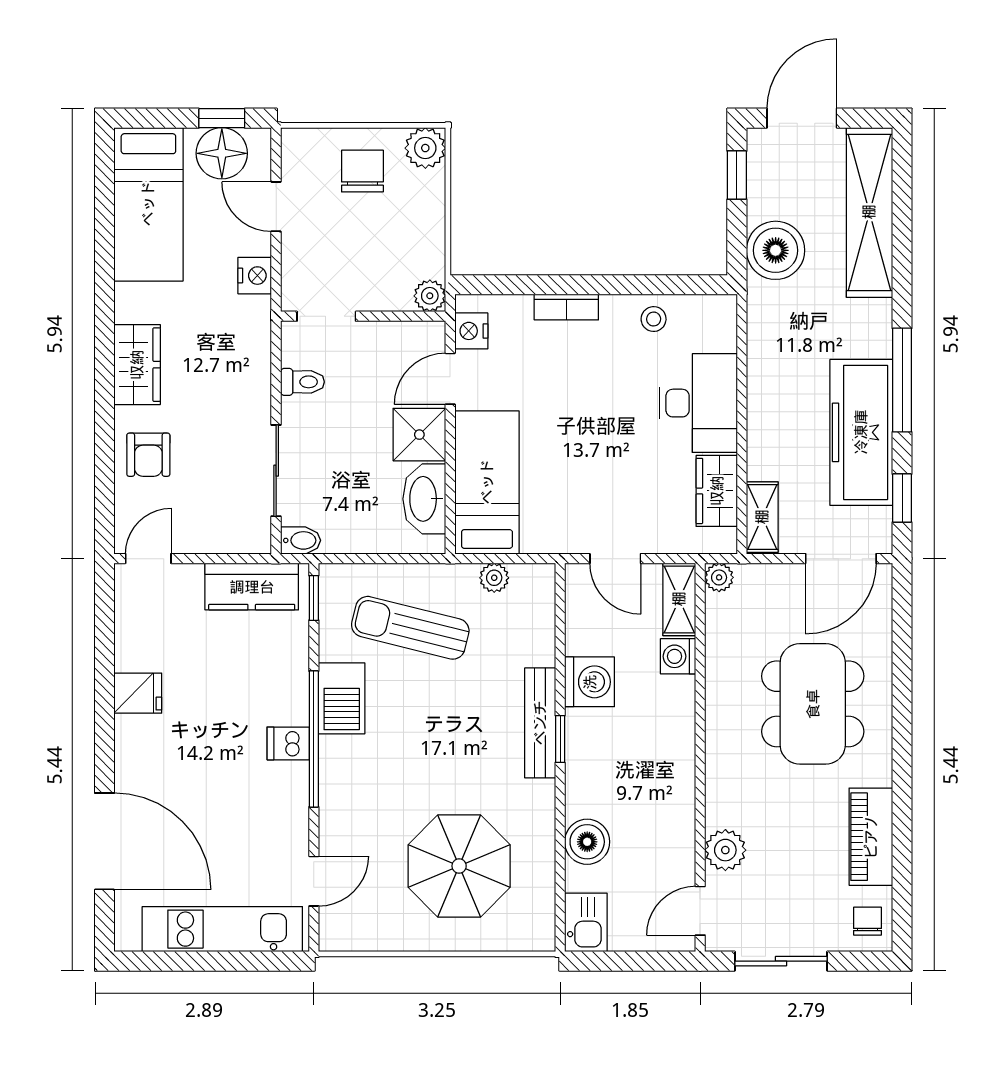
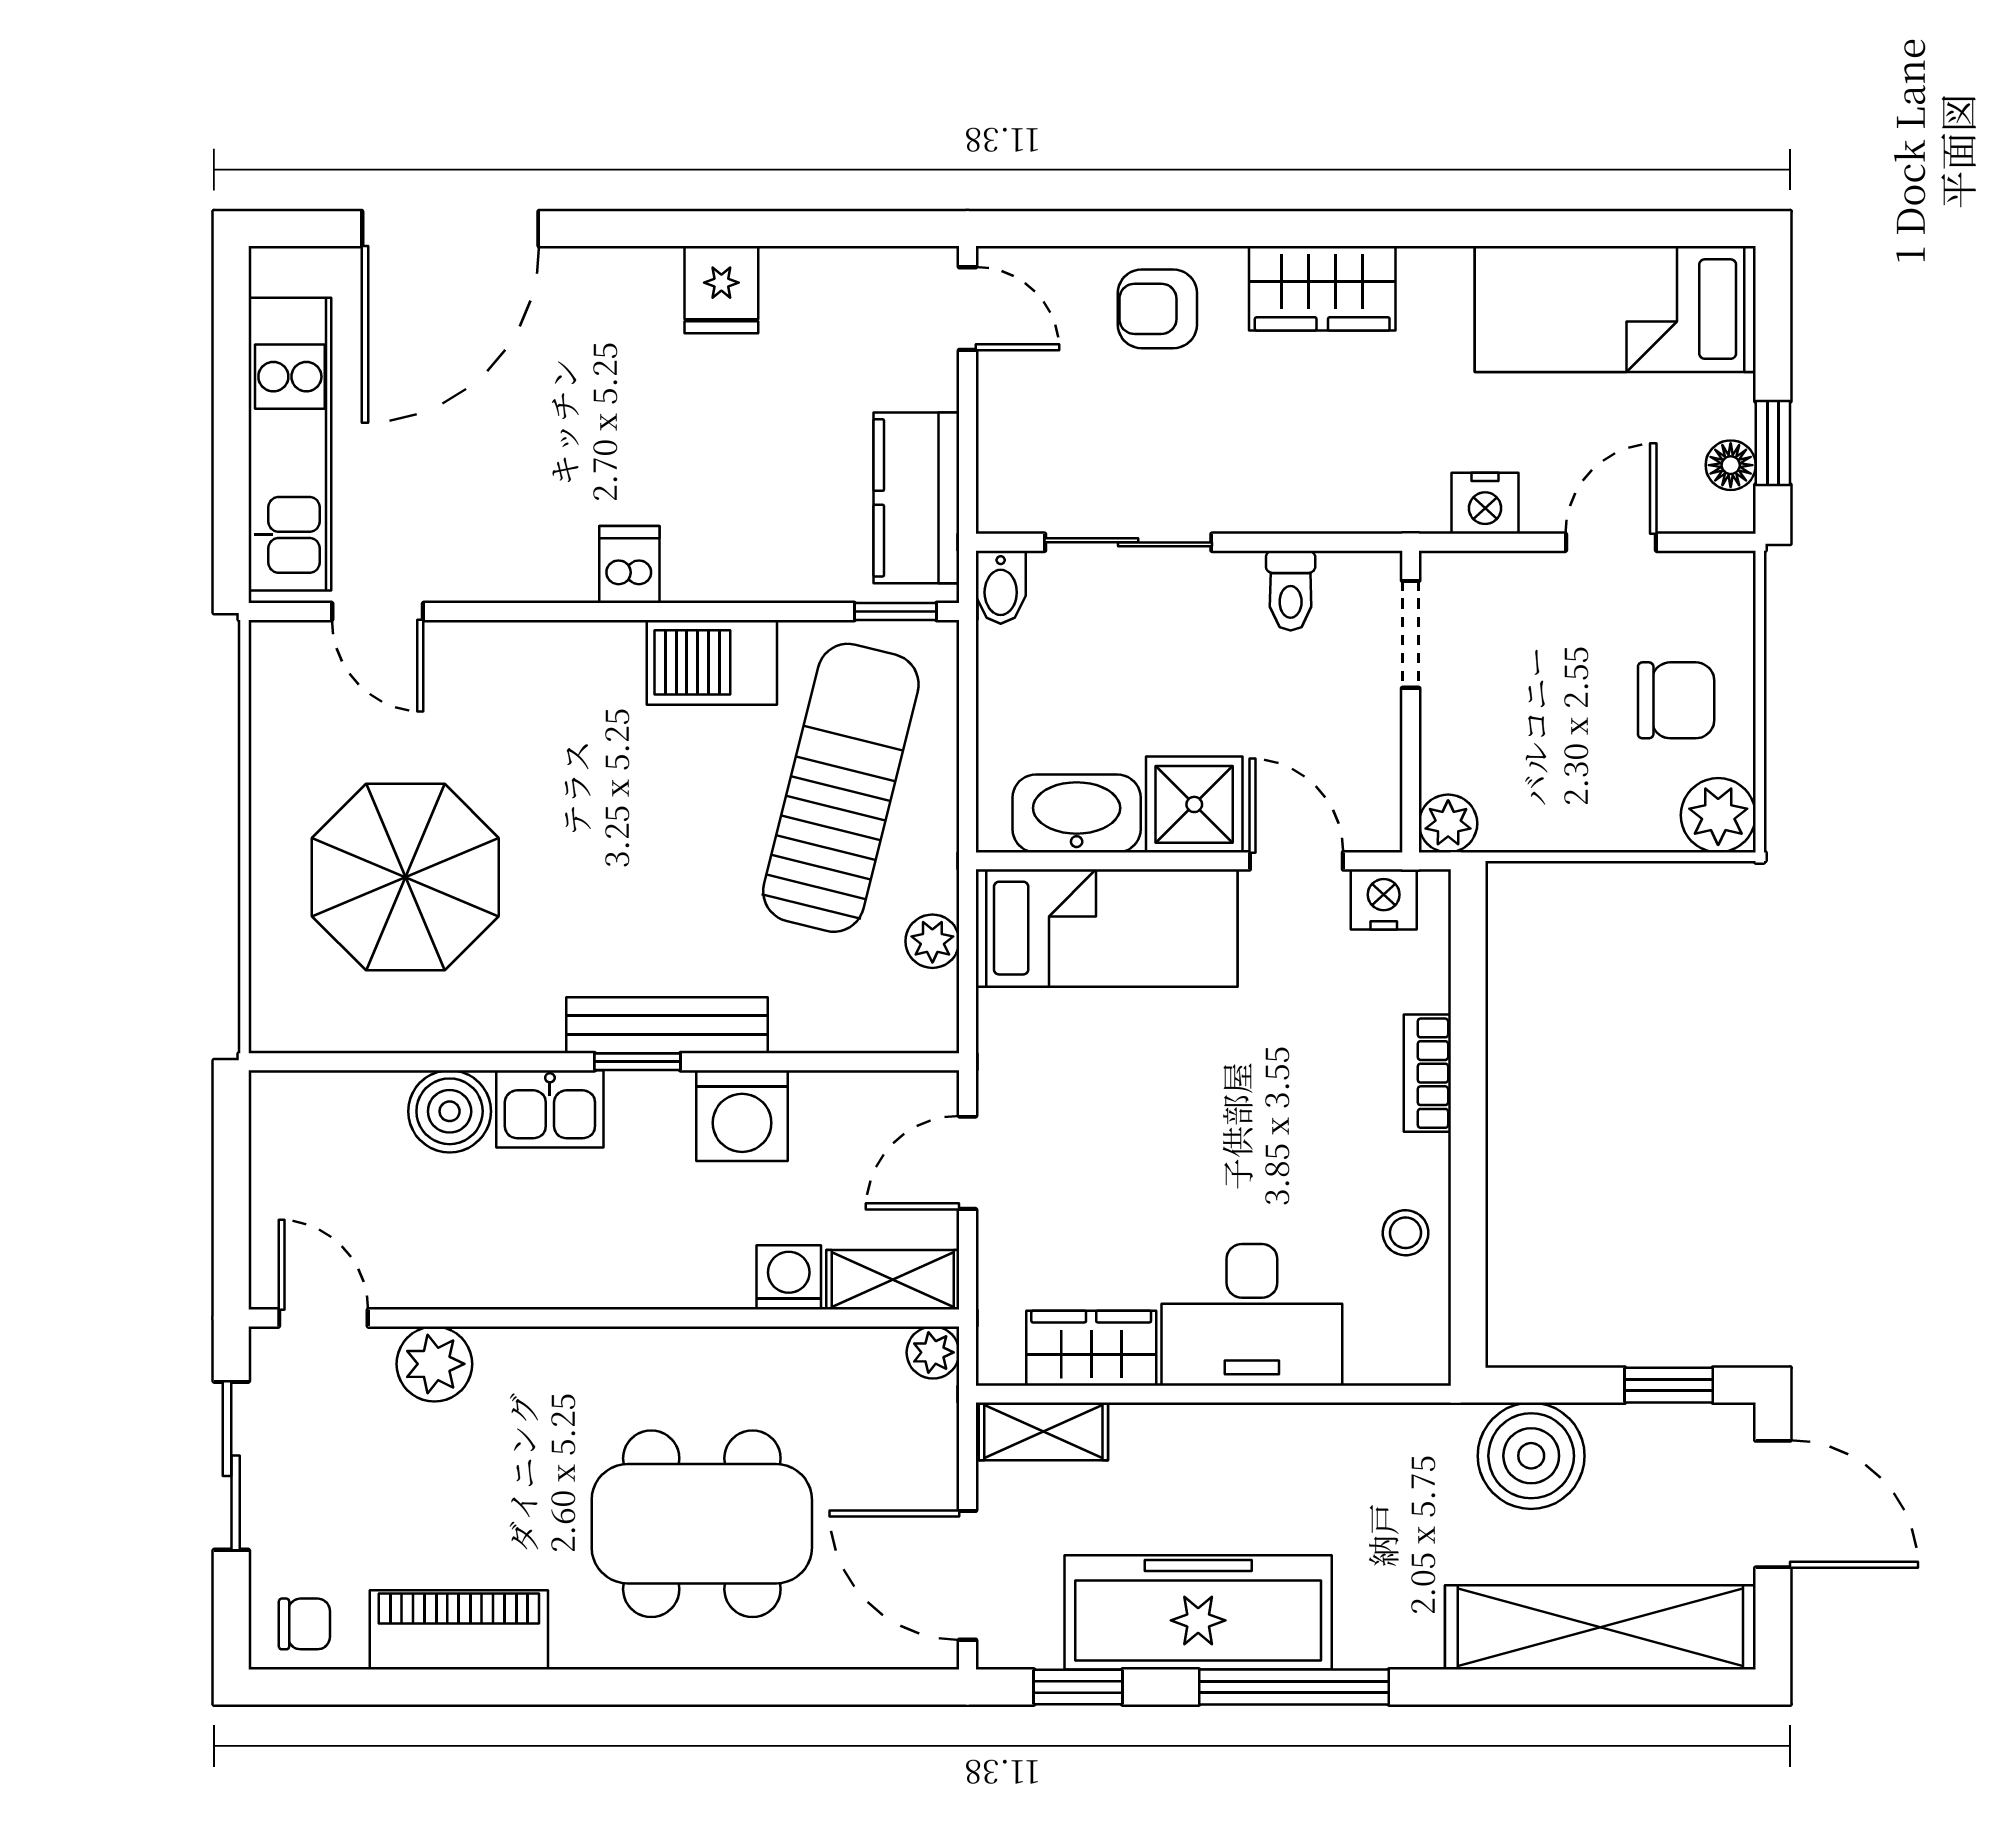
floor lamp: (222, 153) -> (1731, 465), width x0.53, depth x0.53
sun lounger: (410, 628) -> (841, 788), width x1.36, depth x1.34
window: (314, 739) -> (638, 612), removed
kitchen sink: (586, 922) -> (550, 1109), moved

